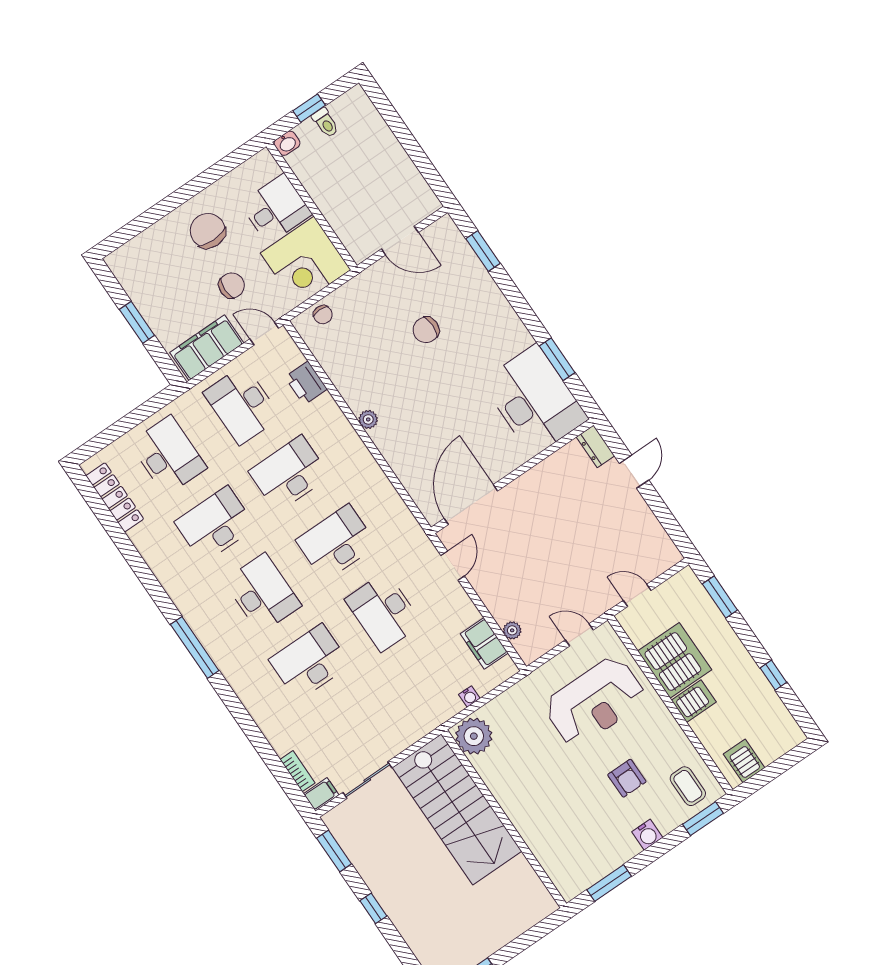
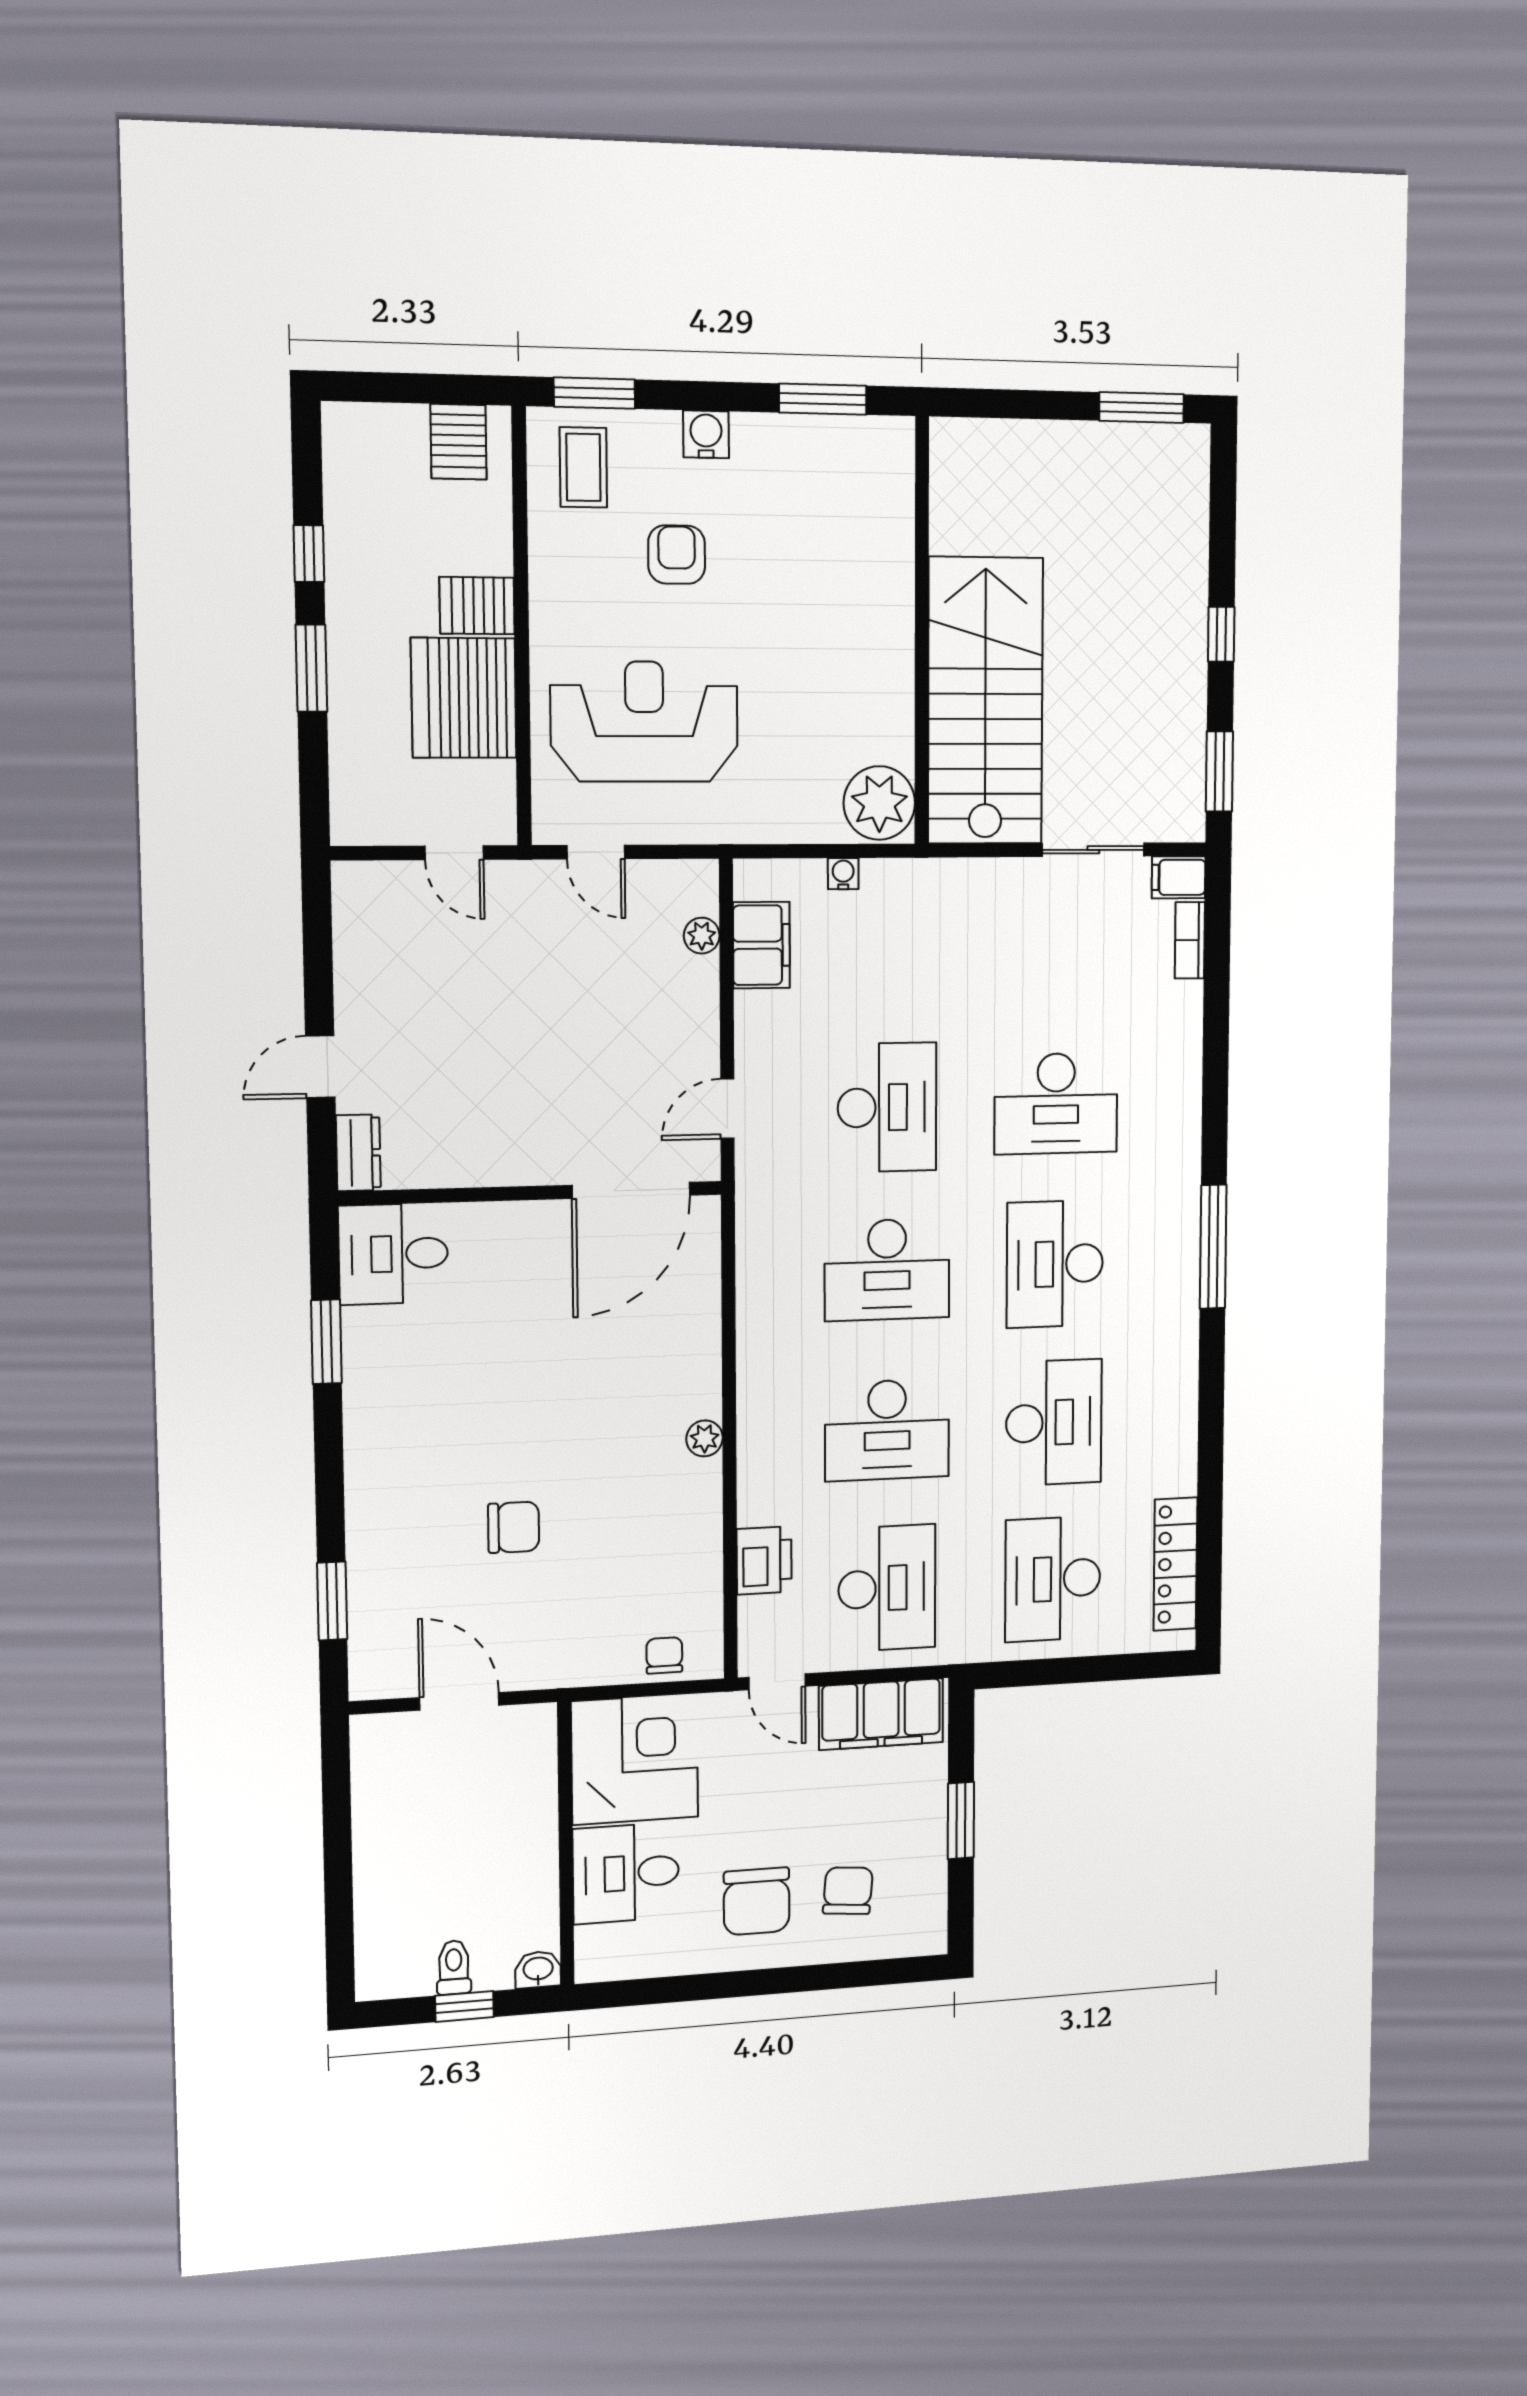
chair: (232, 285) -> (848, 1891), moved, turned 95
desk: (535, 400) -> (393, 1254), width x0.53, depth x0.77
desk: (215, 524) -> (1054, 1422), turned -90
window: (720, 597) -> (311, 668), moved

